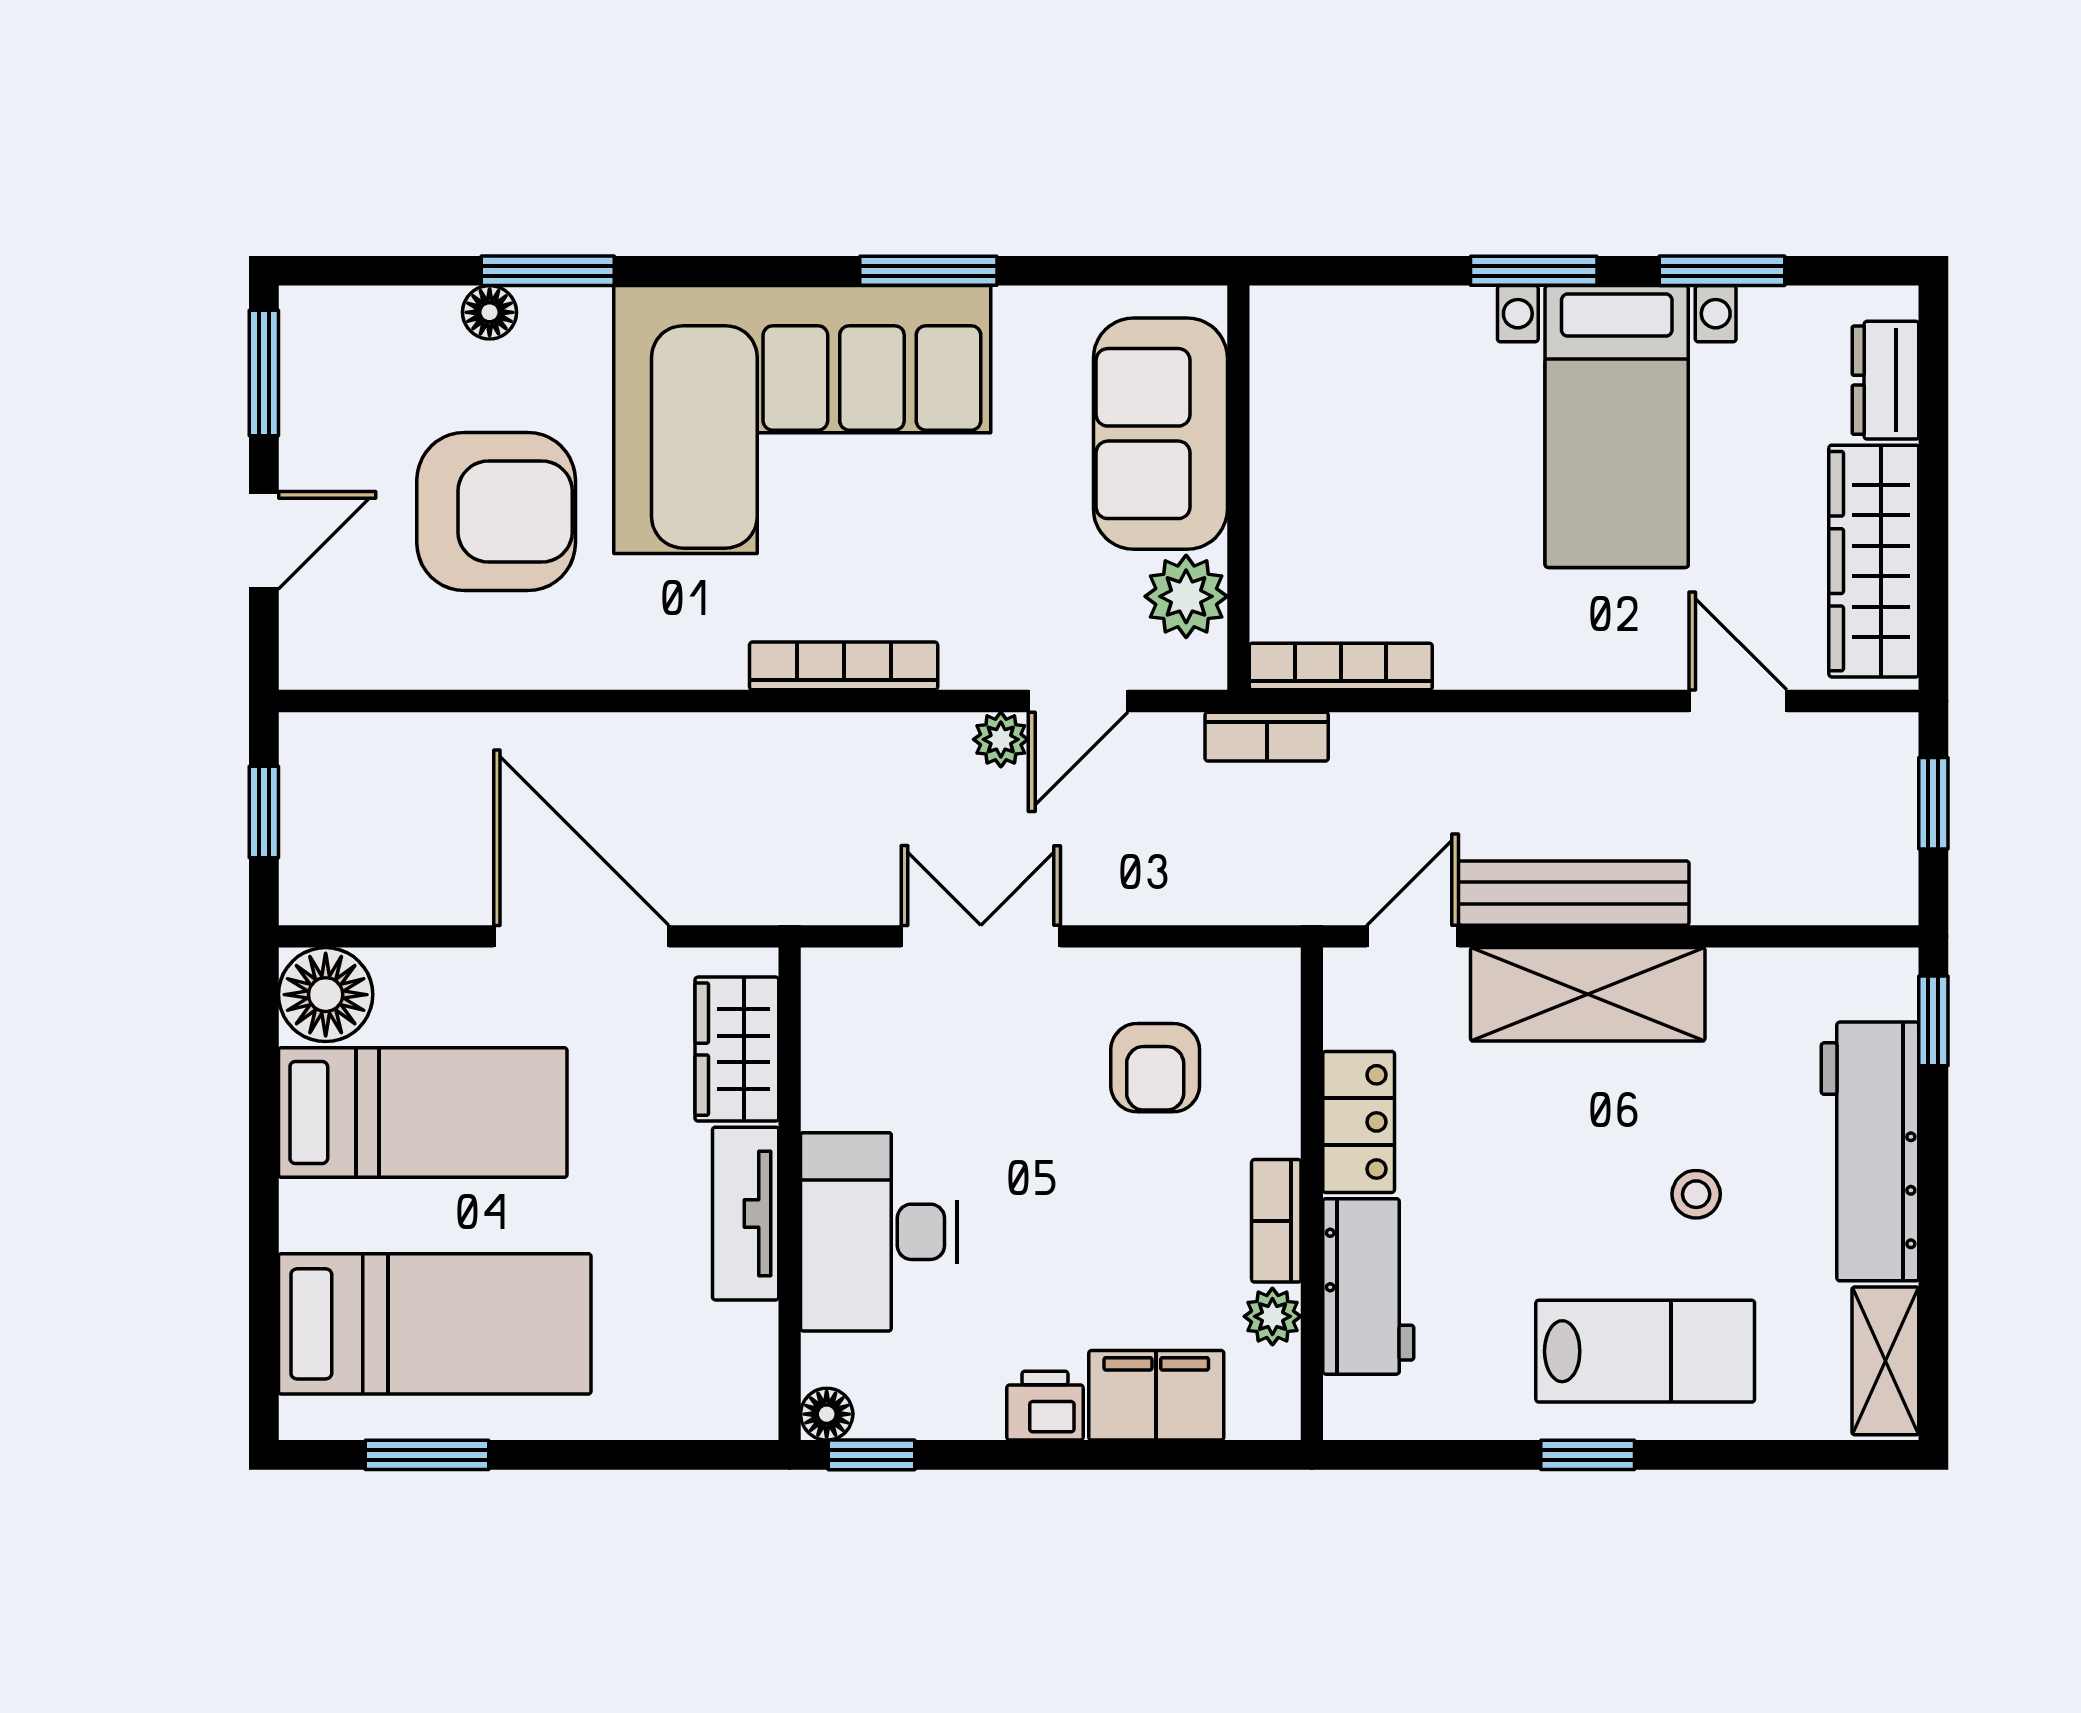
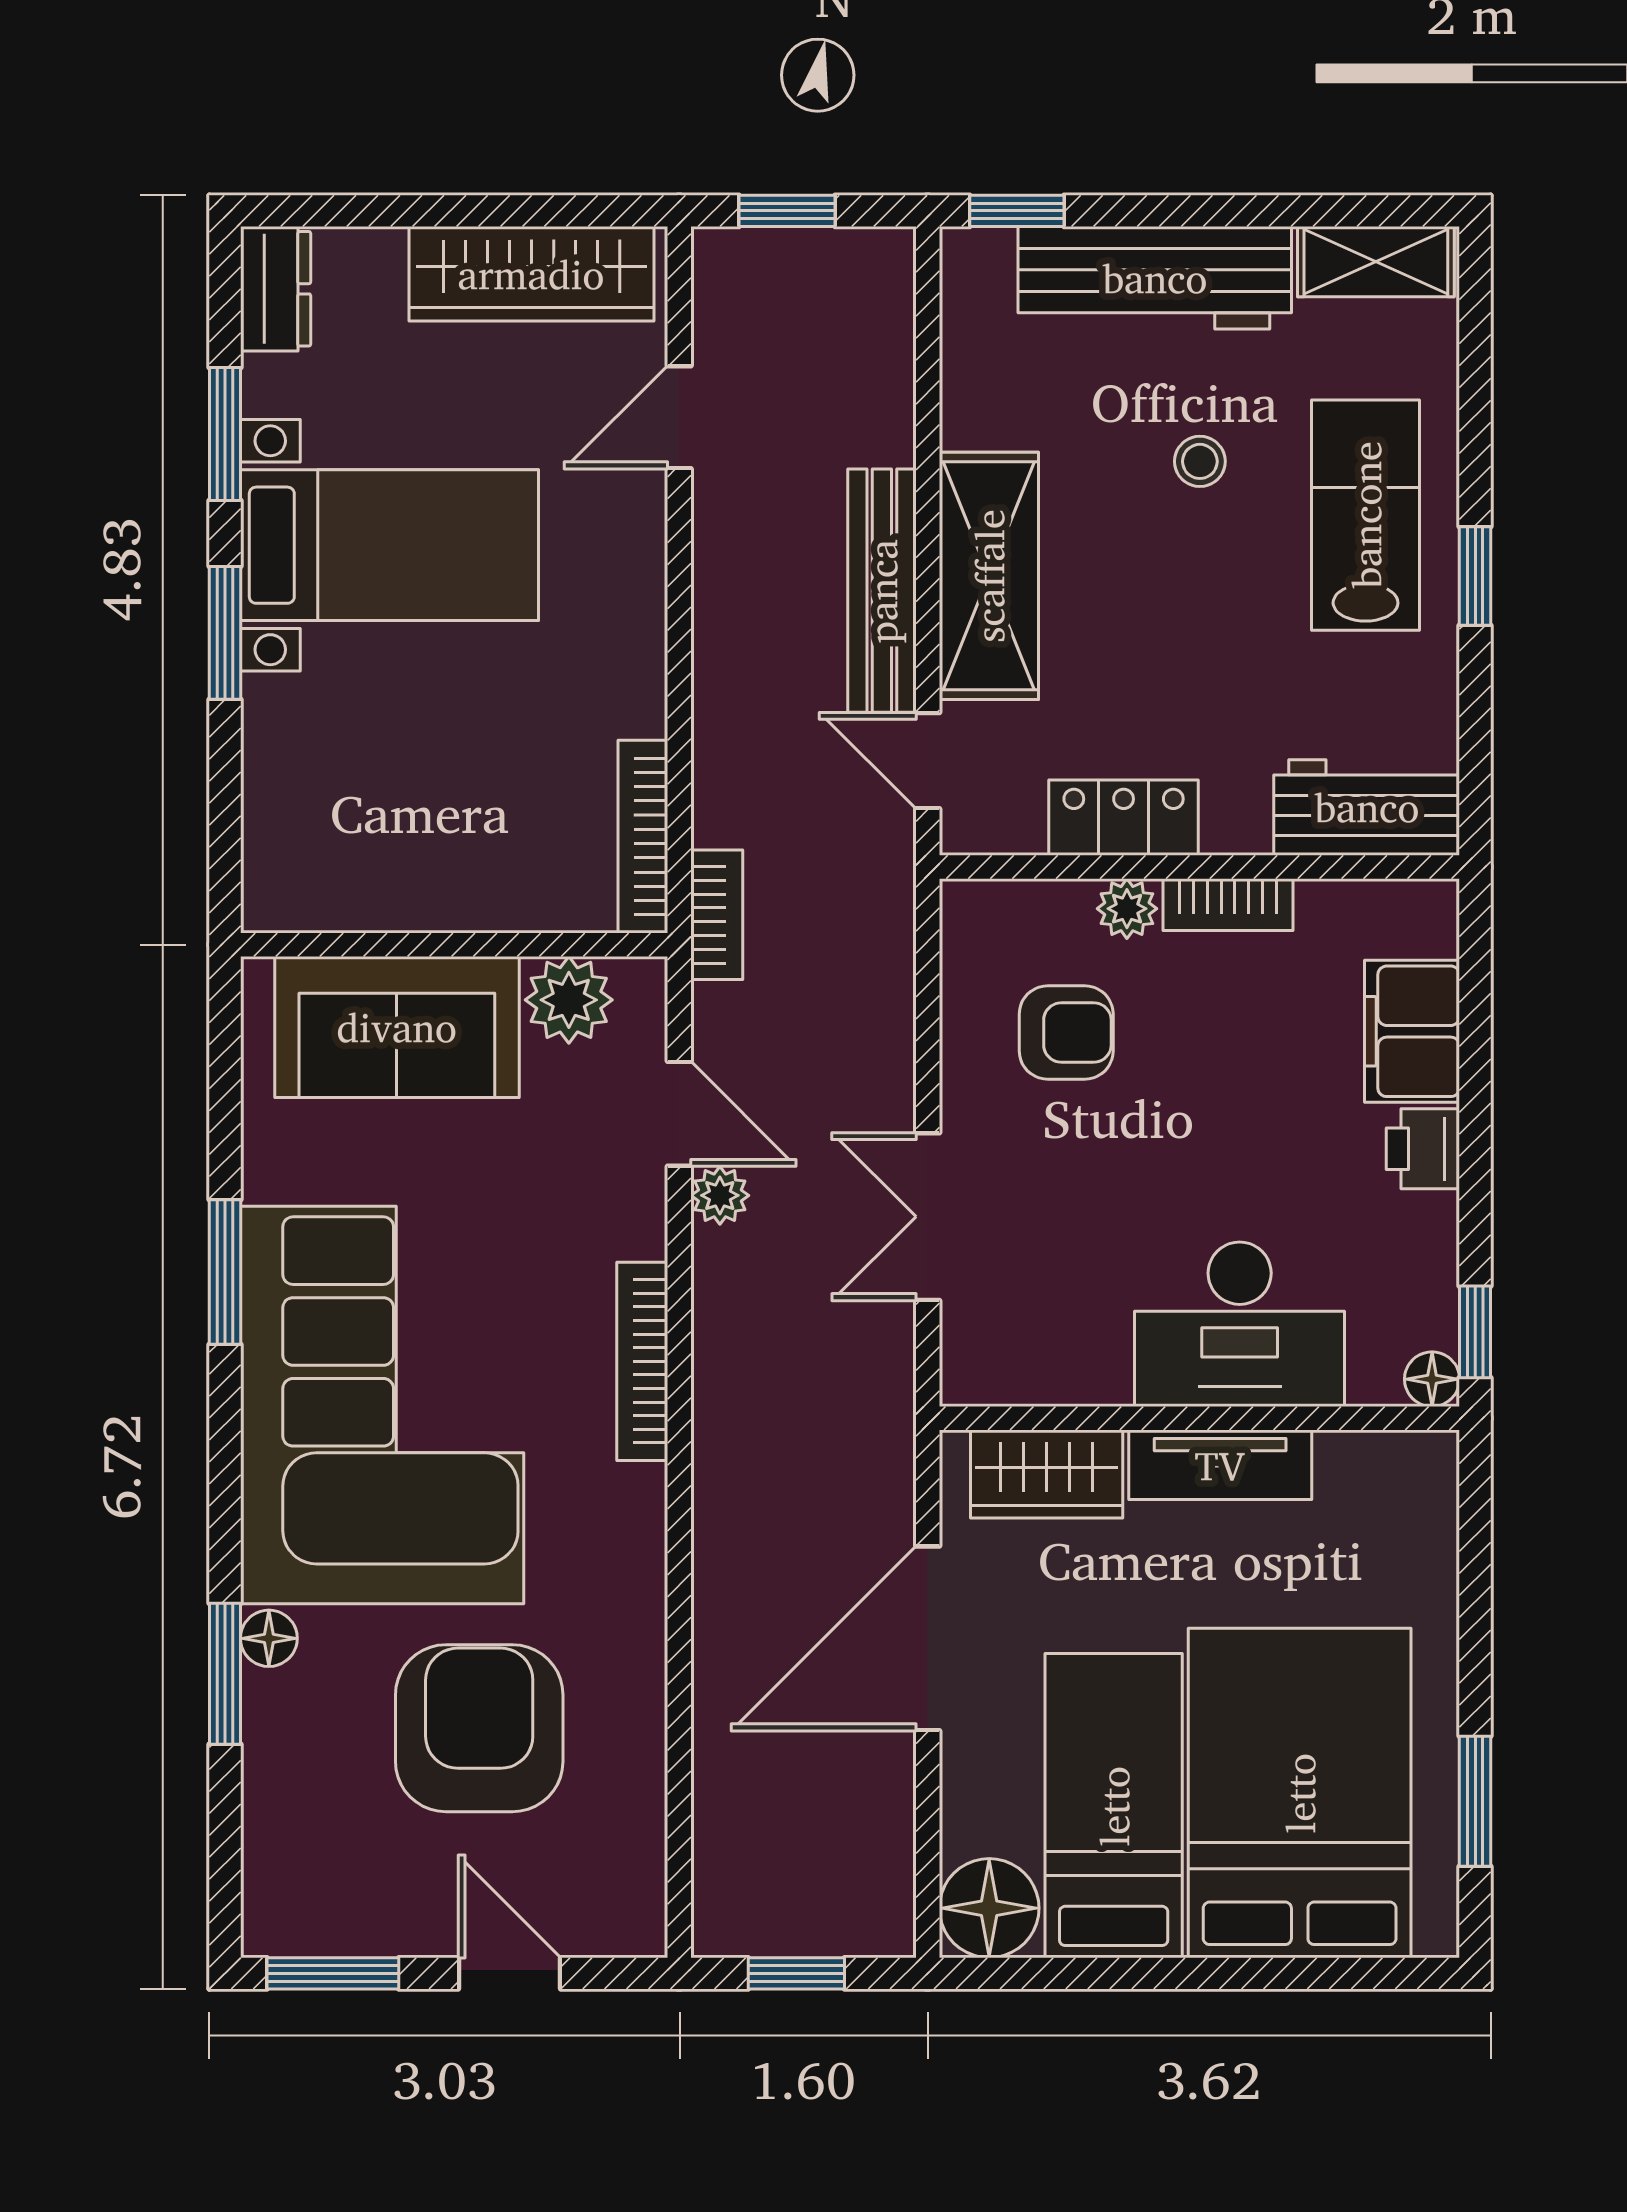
floor lamp: (490, 312) -> (269, 1638), moved
dresser: (1885, 380) -> (276, 289), moved, turned -90
workbench: (1368, 1286) -> (1367, 807), moved
plant: (1272, 1316) -> (1127, 909), moved
bed: (435, 1324) -> (1300, 1793), width x1.50

